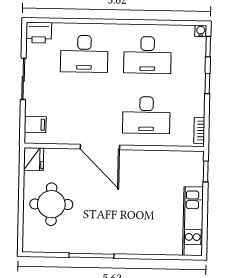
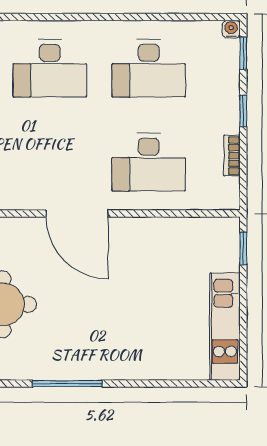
bookcase: (199, 131) -> (232, 155), moved

